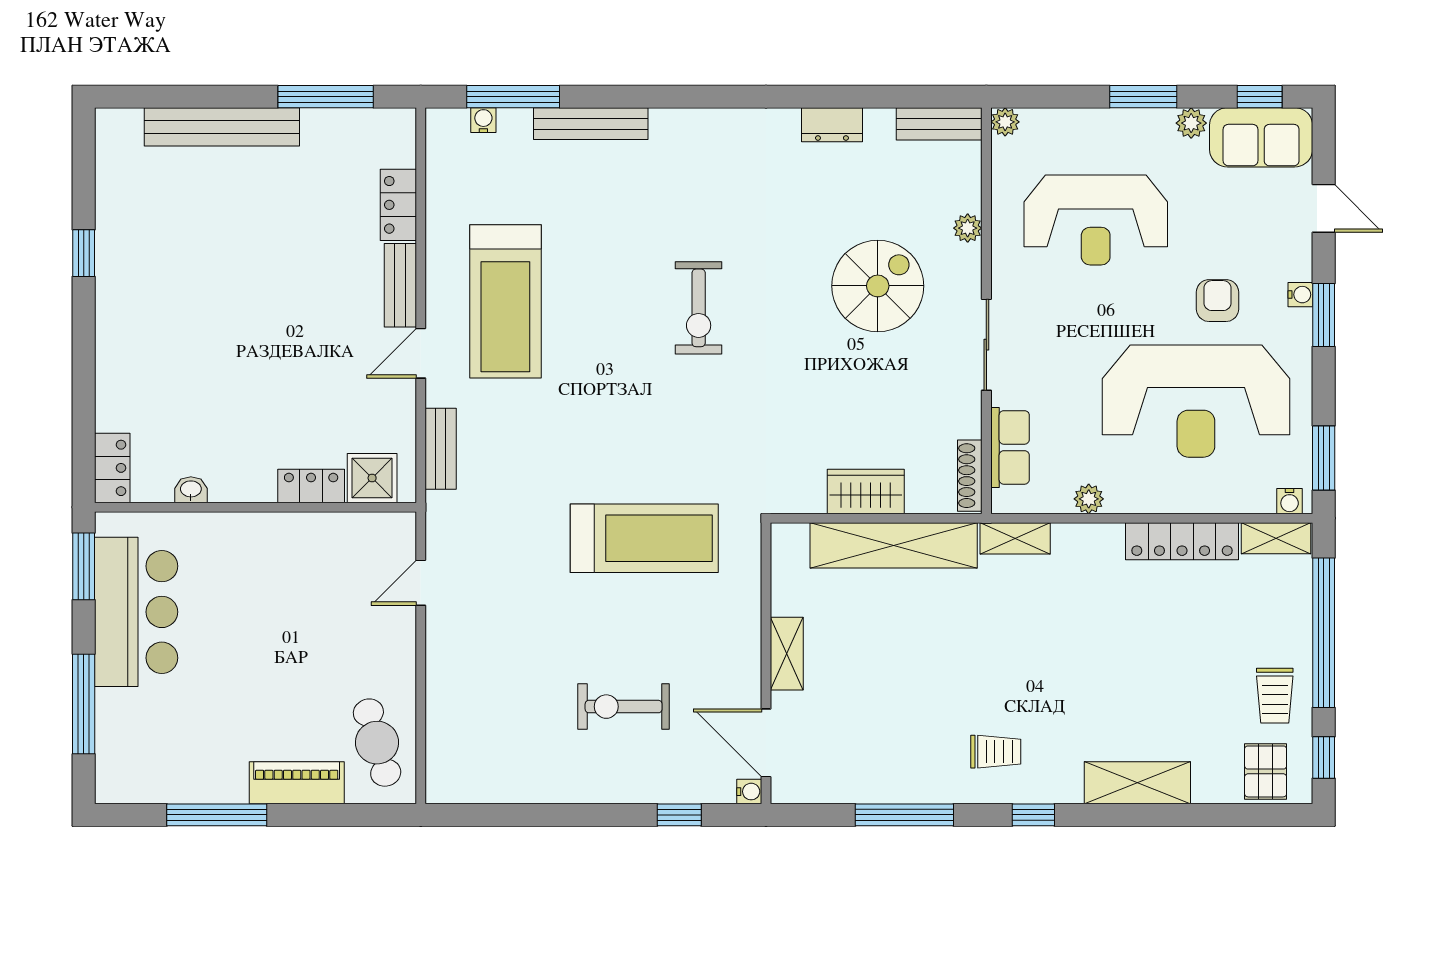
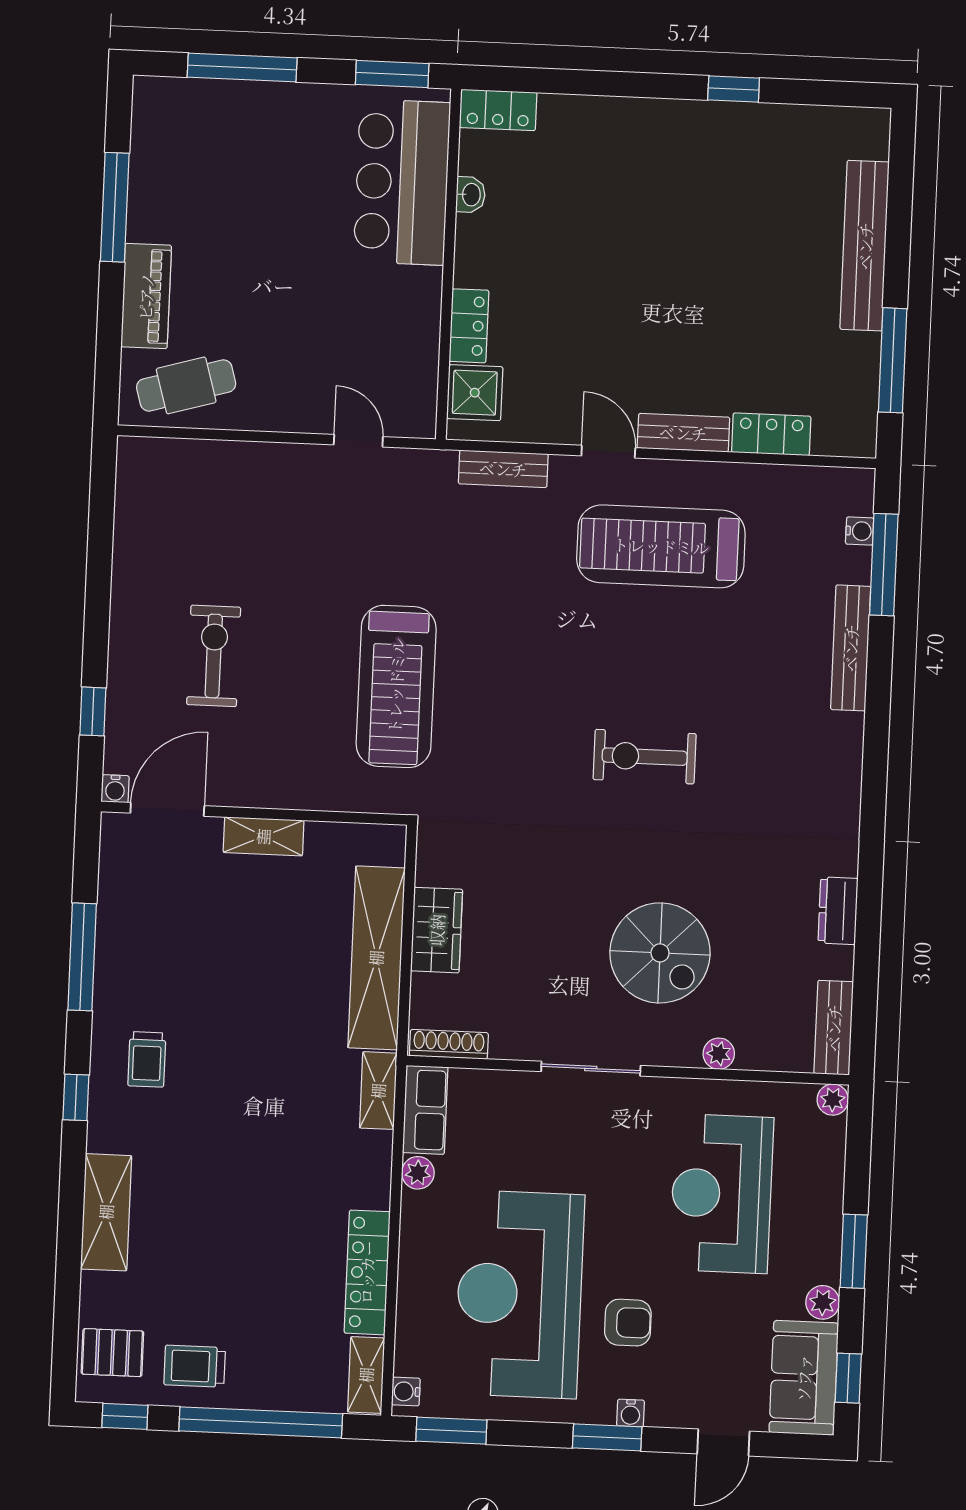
row of seats: (1010, 447) -> (425, 1110), moved, turned -90
bar counter: (136, 612) -> (402, 182), moved, turned 90

